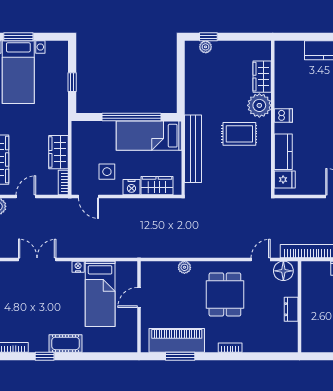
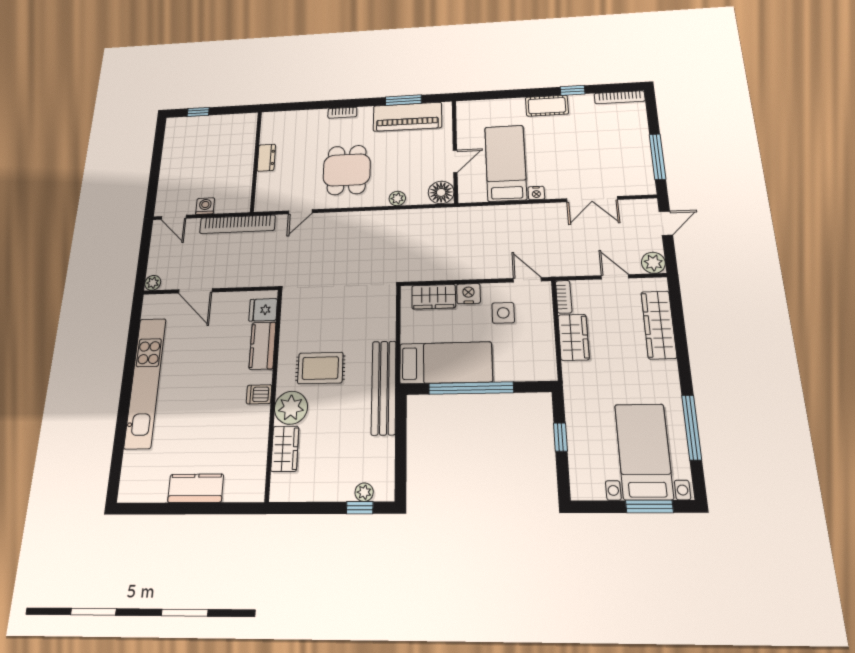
bench: (193, 149) -> (384, 387), moved
door: (26, 196) -> (615, 277), swing flipped
floor lamp: (283, 271) -> (441, 192), moved

